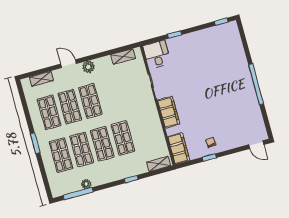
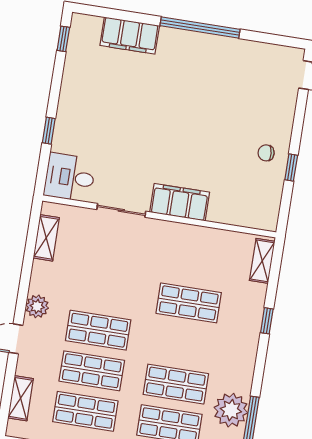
shop shelf: (102, 144) -> (182, 343), removed
filing cabinet: (179, 148) -> (130, 36), moved, turned 180
plant: (86, 184) -> (231, 410), width x1.87, depth x1.87

